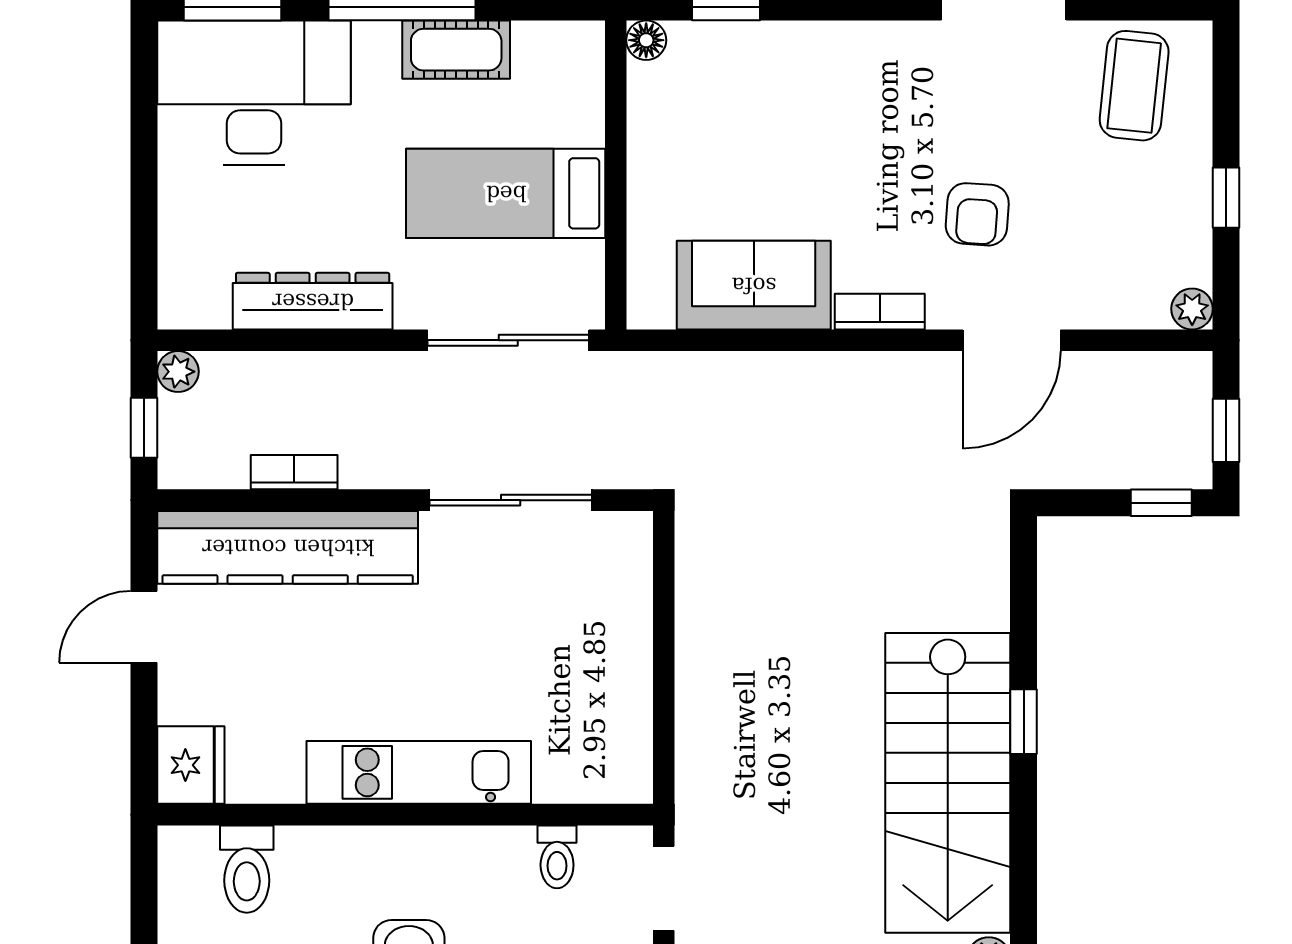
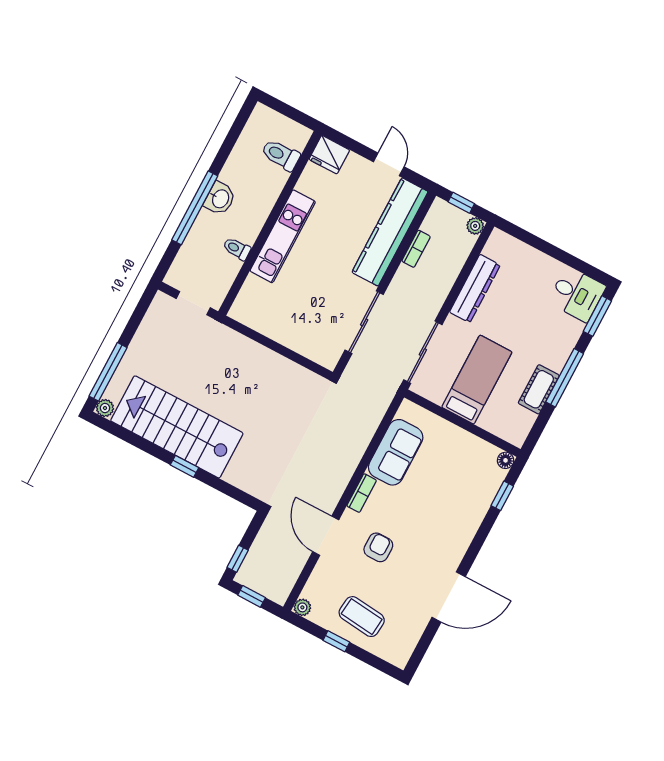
coffee table: (1134, 86) -> (362, 617), moved
desk: (254, 93) -> (577, 294), width x0.53, depth x0.77
armchair: (977, 214) -> (378, 547), turned 86
toilet: (557, 857) -> (237, 249), moved

